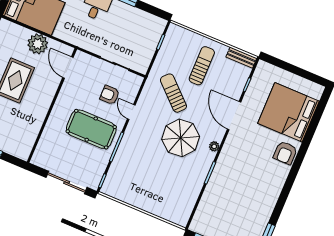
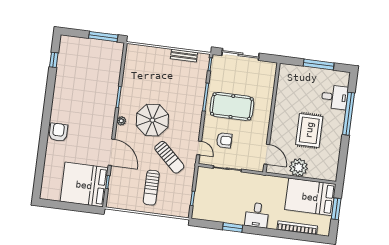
bench: (241, 58) -> (184, 56), moved
door: (131, 112) -> (199, 148), moved
bed: (288, 112) -> (84, 185), moved, turned 180

